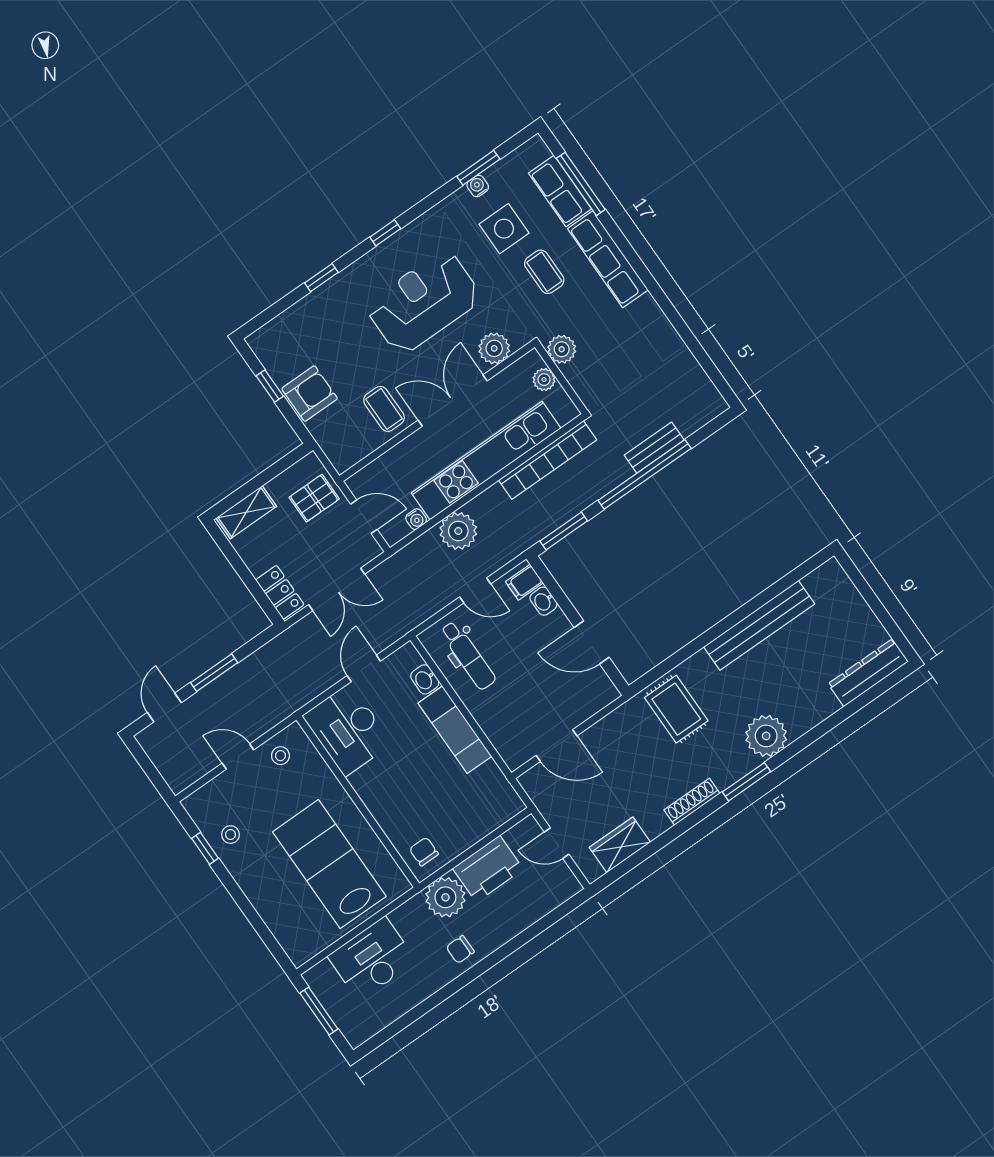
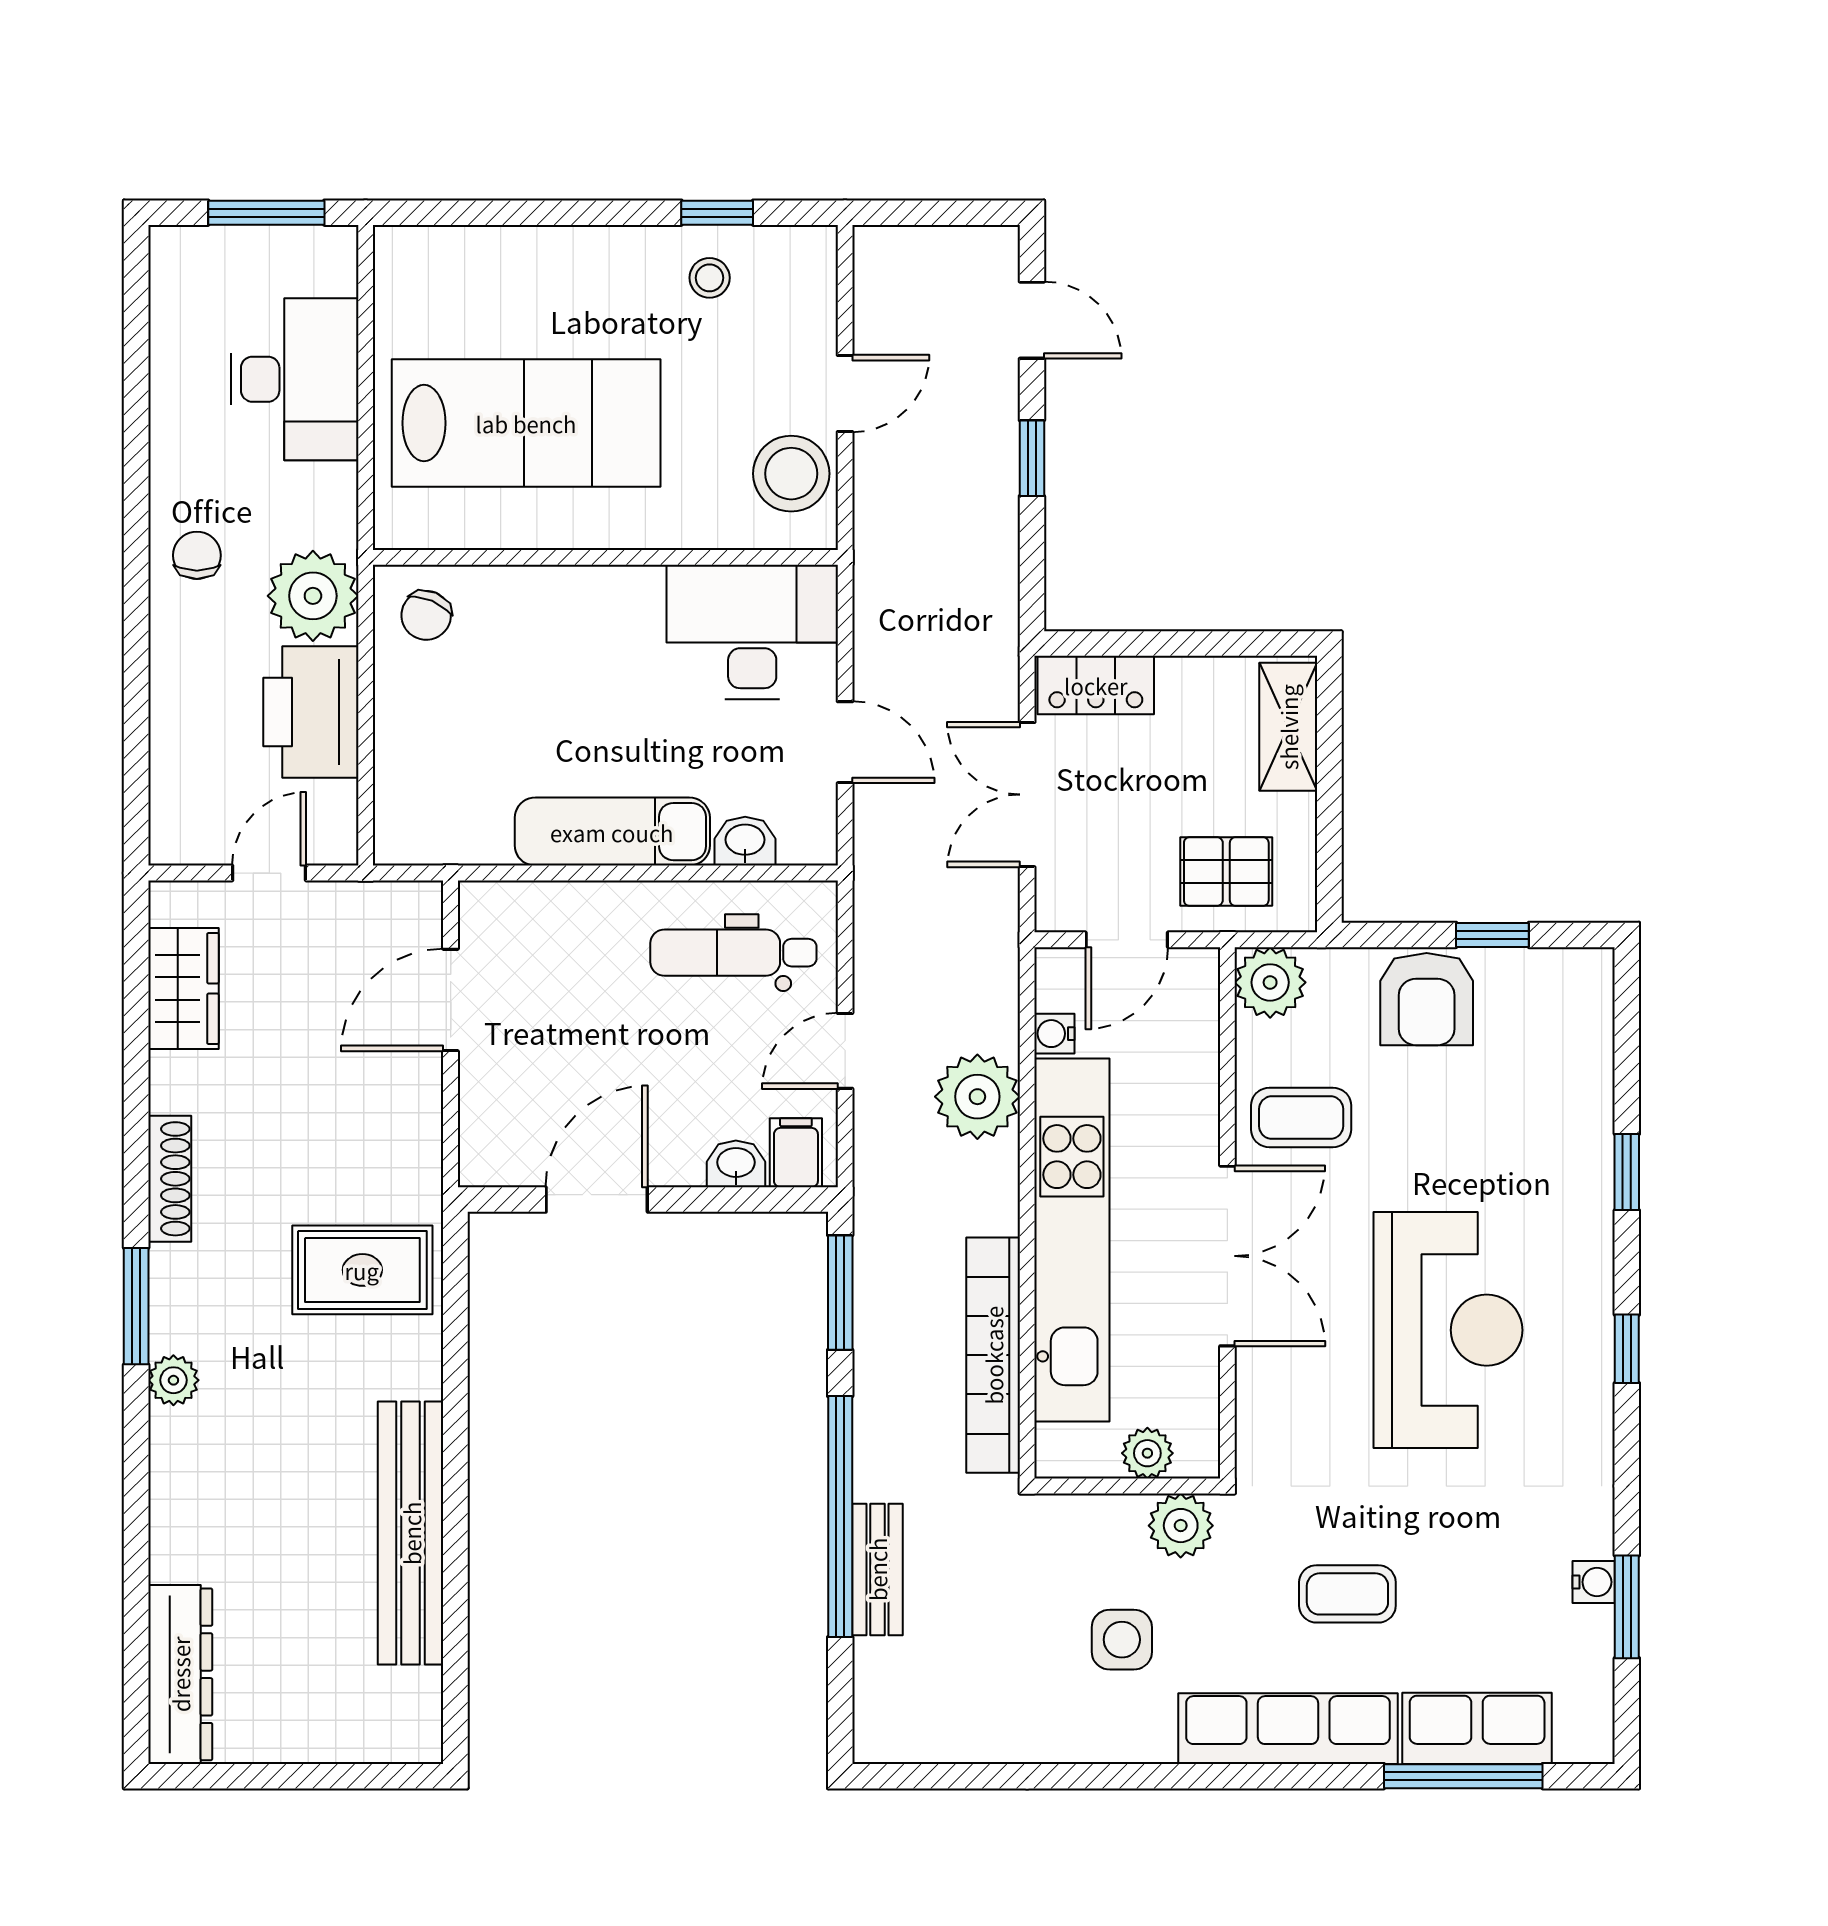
side table: (504, 229) -> (1122, 1640), moved, width x0.73, depth x0.73
plant: (494, 348) -> (1270, 982), moved
pallet: (314, 498) -> (1226, 872), turned 90
window: (214, 673) -> (1032, 458), width x0.67
plant: (766, 736) -> (173, 1380), width x0.53, depth x0.53
stool: (280, 756) -> (791, 474), width x1.89, depth x1.89
chair: (424, 852) -> (426, 615), turned 113

